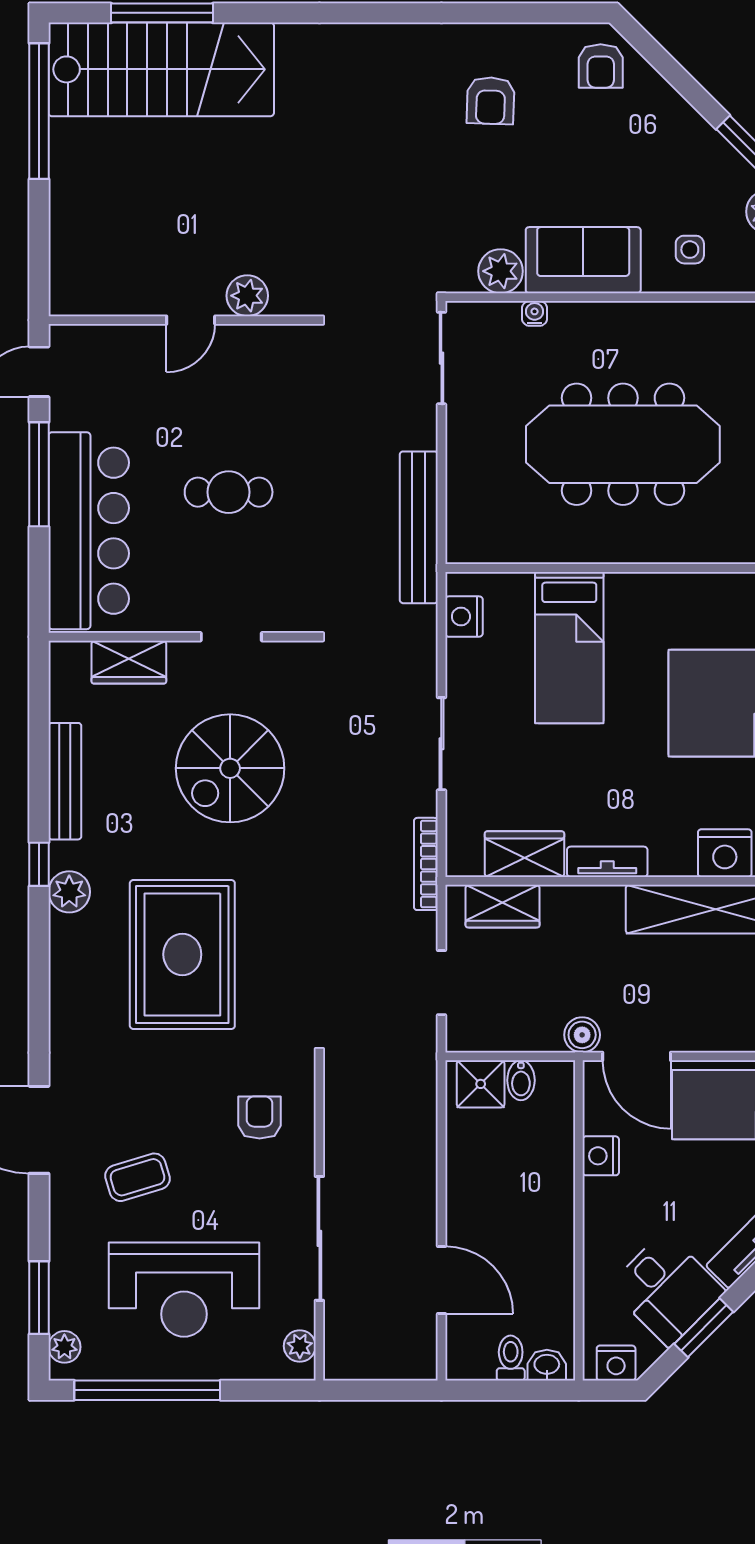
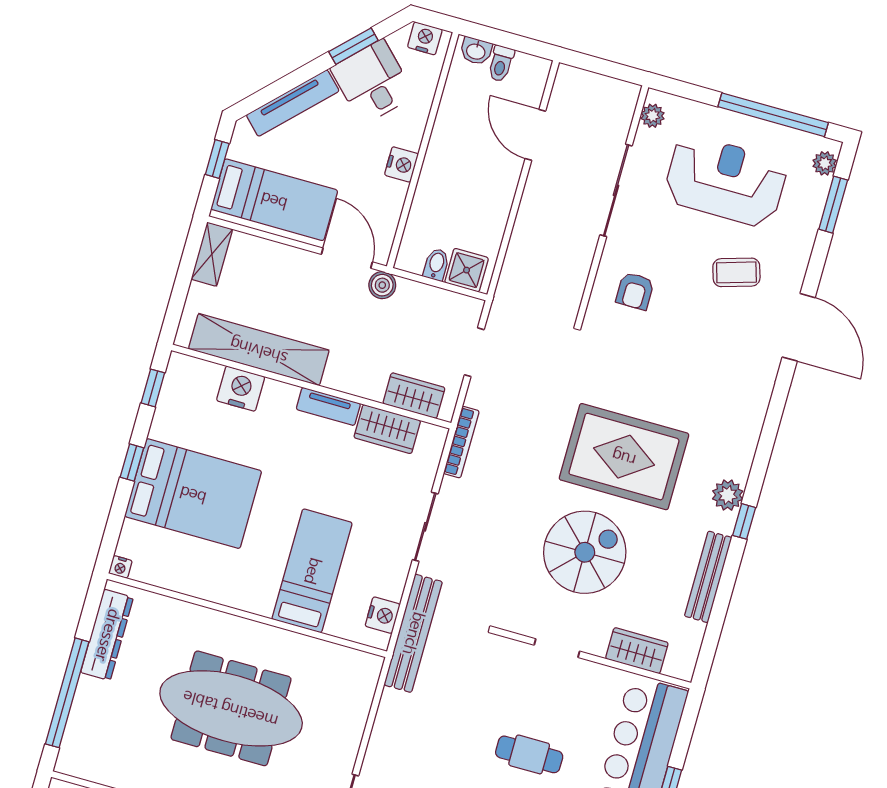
bench: (419, 527) -> (413, 633), moved
rug: (182, 954) -> (624, 457), moved, turned 90
nightstand: (601, 1156) -> (401, 164), moved

